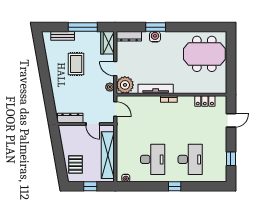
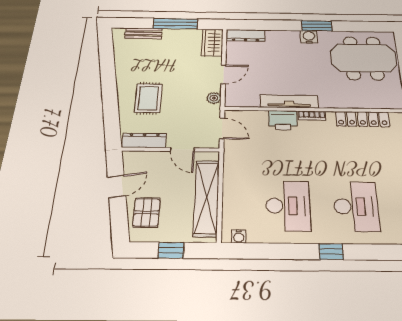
window: (156, 27) -> (317, 26), moved
water cooler: (155, 37) -> (309, 37), moved
rug: (76, 64) -> (148, 98), moved
door: (115, 69) -> (223, 74), swing flipped
plant: (125, 85) -> (239, 96), removed
locker: (205, 101) -> (362, 119), width x1.53
printer: (151, 103) -> (283, 120), added
door: (58, 149) -> (116, 186), added

